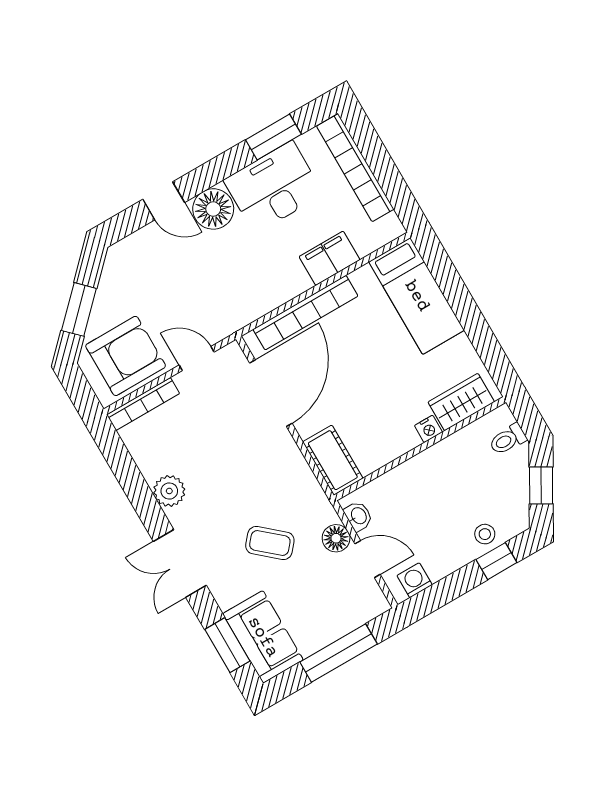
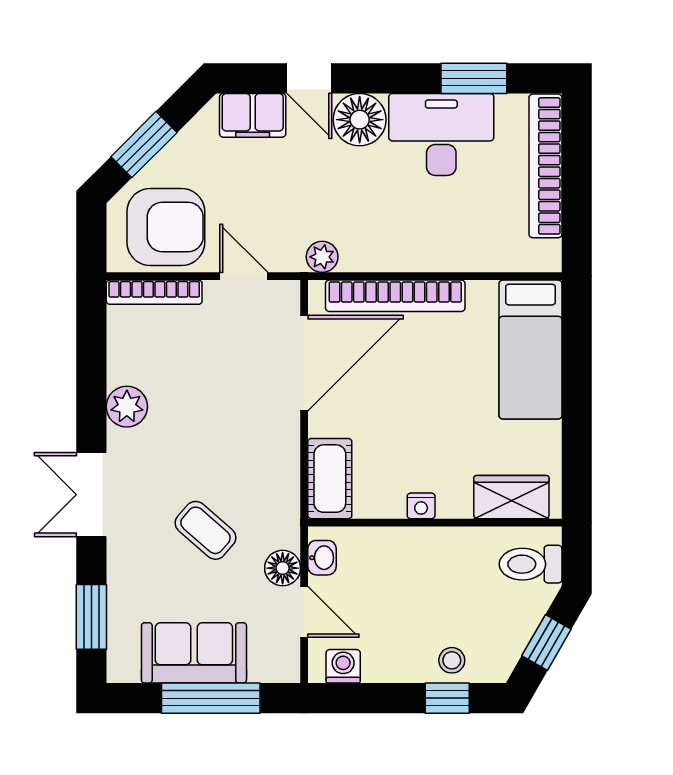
filing cabinet: (330, 258) -> (253, 115), moved, turned 180
plant: (241, 315) -> (322, 257), added
nightstand: (428, 429) -> (421, 506), moved
toilet: (508, 439) -> (531, 564), width x1.37, depth x1.39
sofa: (263, 637) -> (194, 653), moved, turned -90

